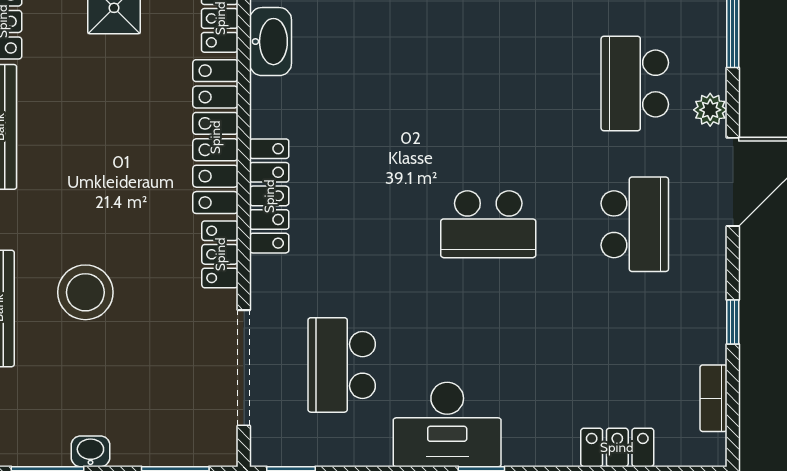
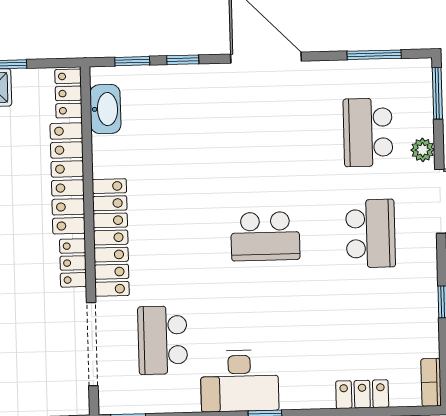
locker: (269, 196) -> (111, 237), width x1.41, depth x1.21
bookcase: (714, 398) -> (431, 382), moved

